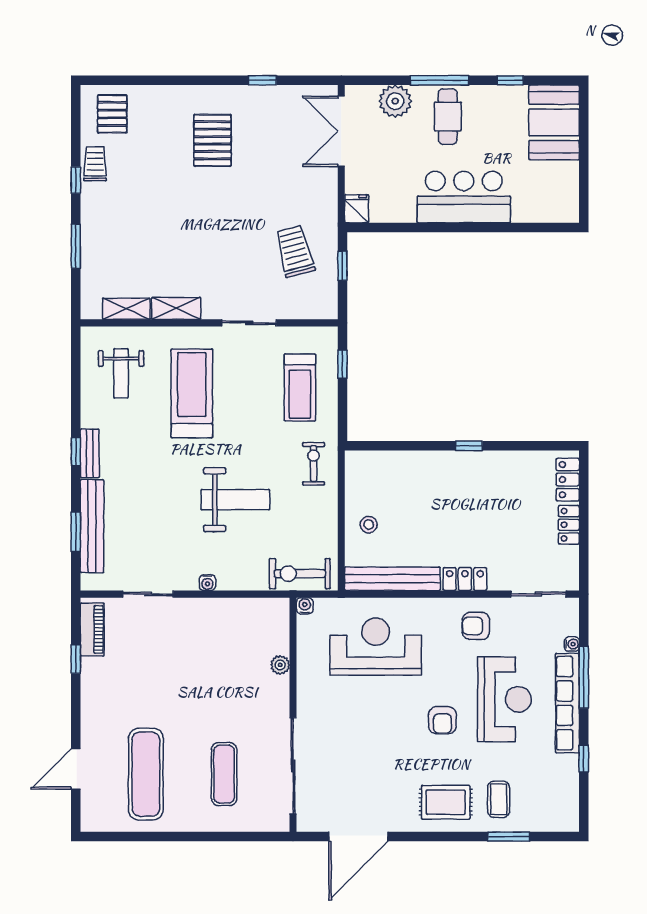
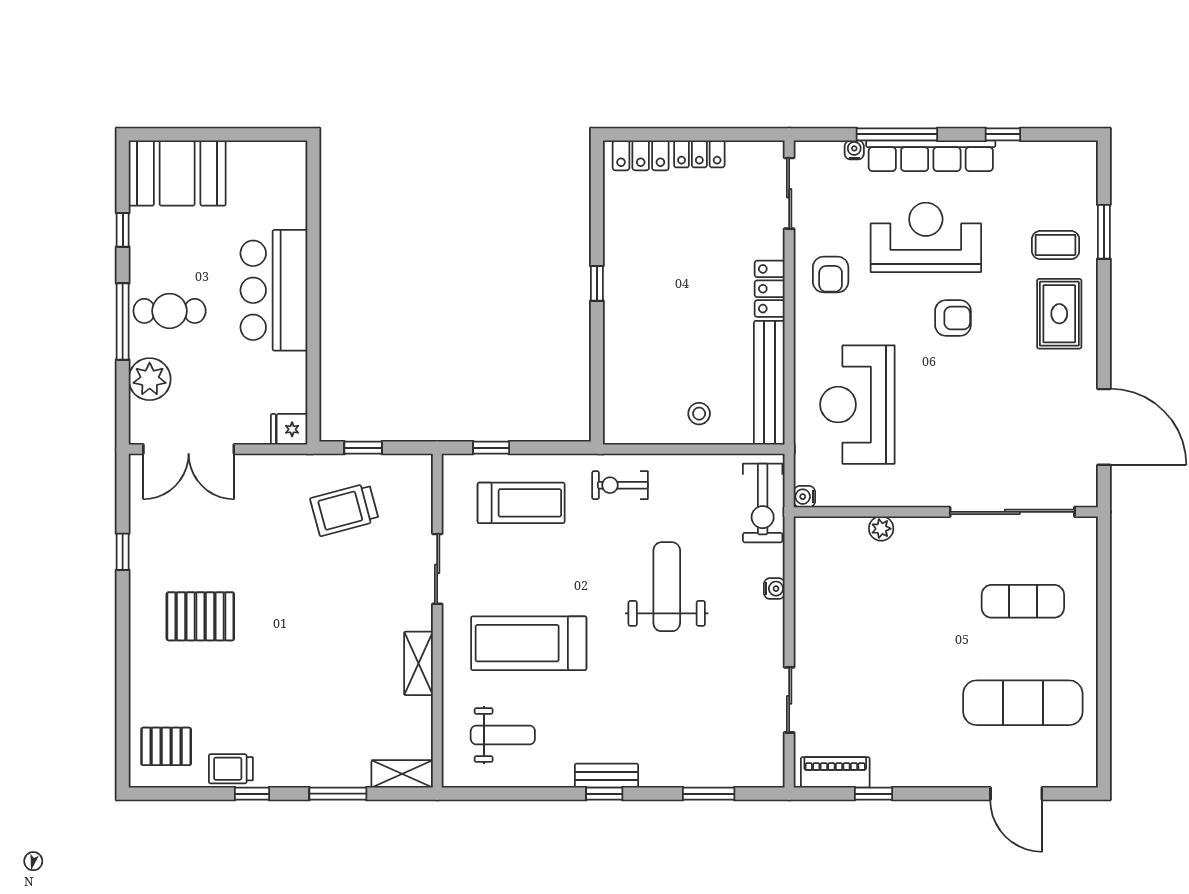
shelving: (126, 309) -> (402, 774), moved, turned 90
bench: (92, 526) -> (701, 773), removed
water cooler: (207, 583) -> (774, 589), moved

